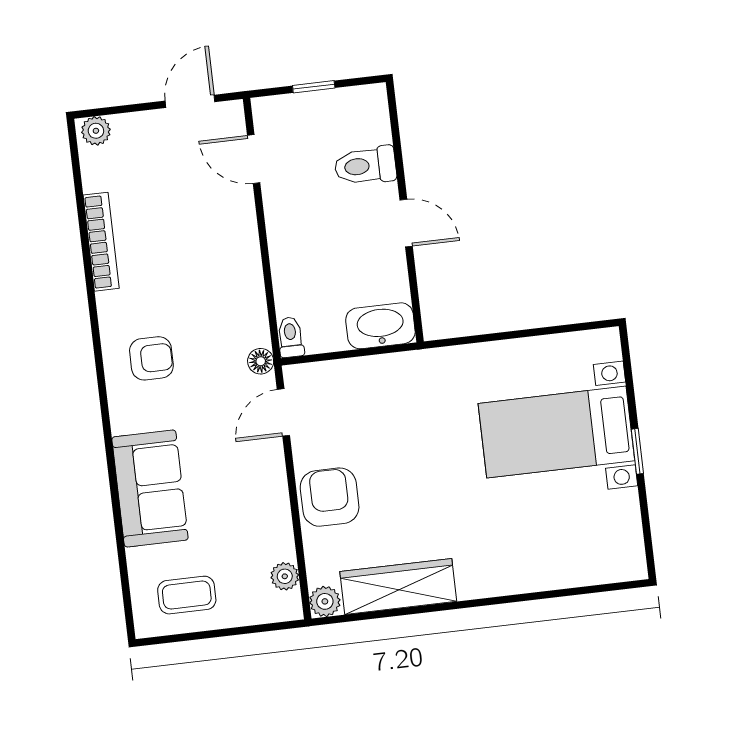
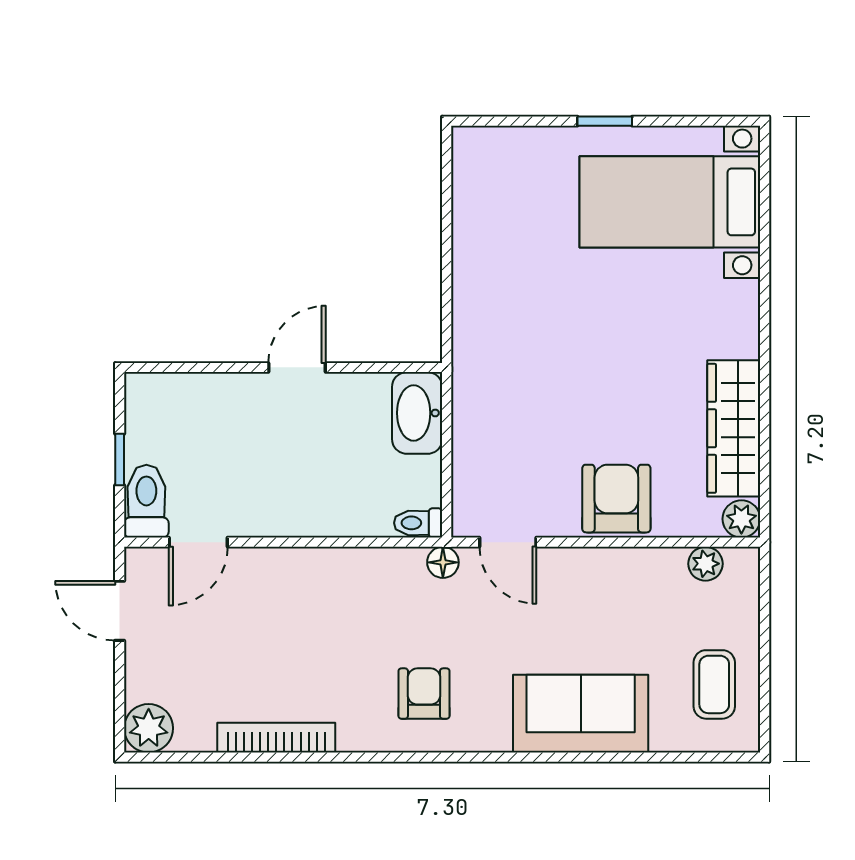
plant: (96, 131) -> (149, 728), width x1.38, depth x1.38
toilet: (365, 166) -> (146, 501), moved, turned 180
bed with nightstands: (556, 432) -> (670, 202), moved, turned 90
armchair: (330, 497) -> (616, 499), turned 90

